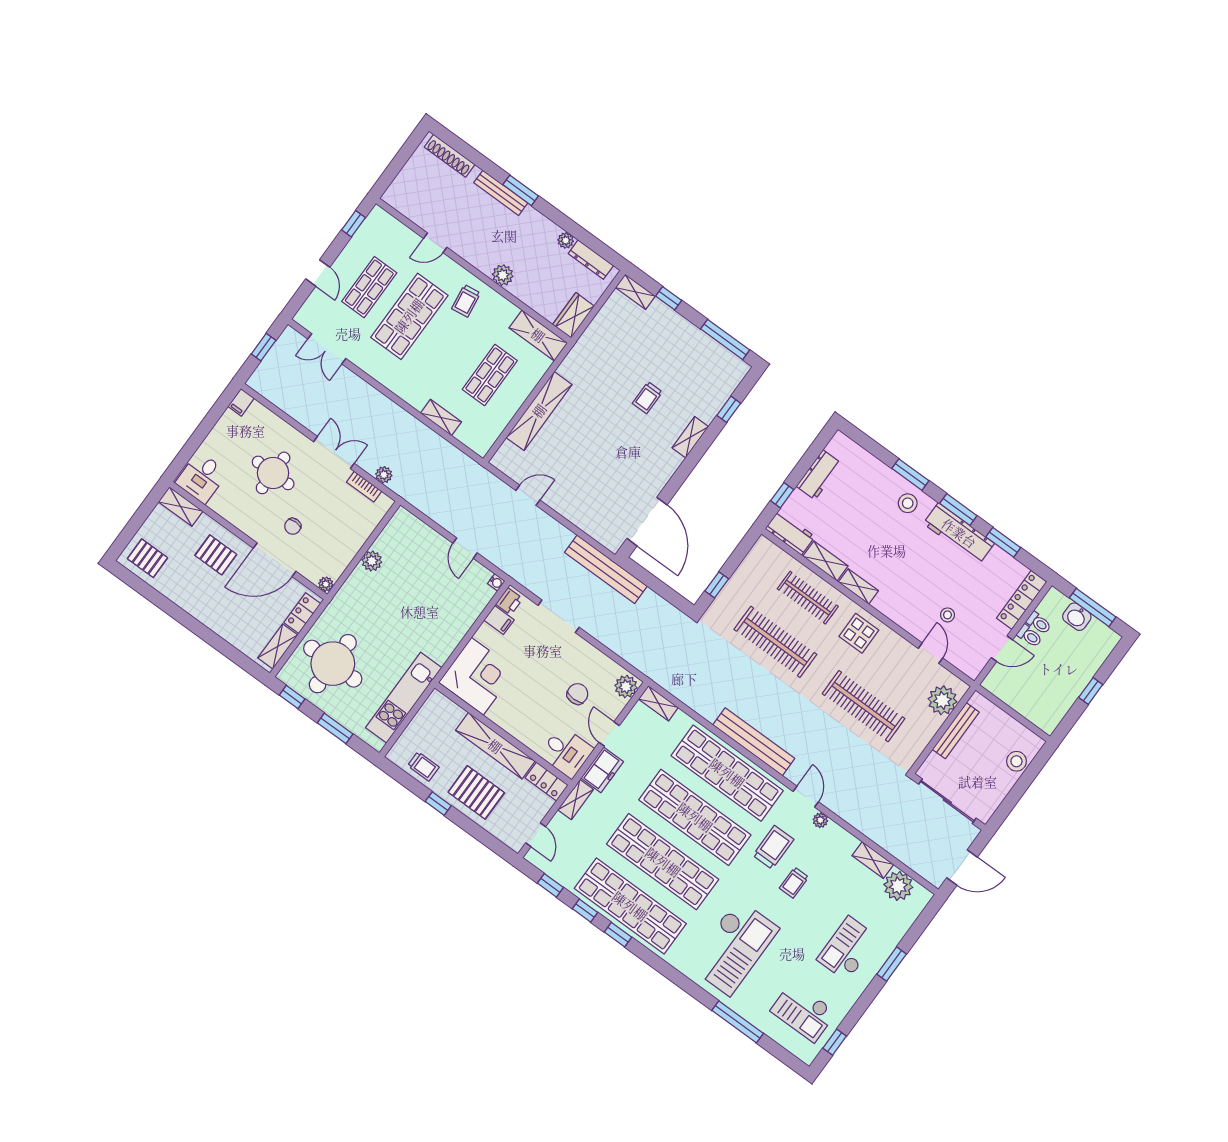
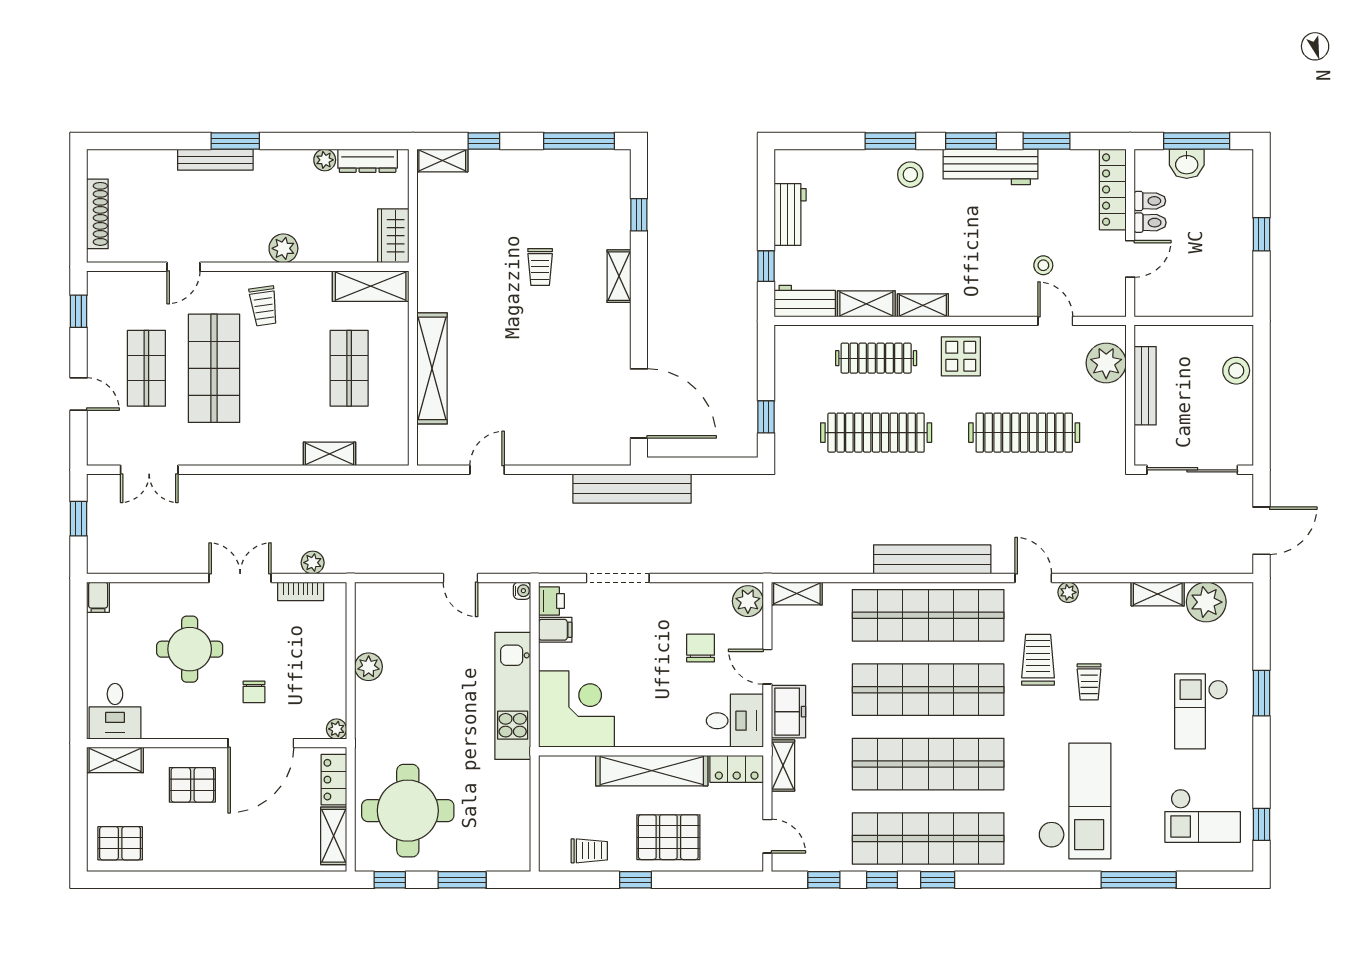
shoe rack: (450, 156) -> (97, 214), moved, turned -90
kitchen unit: (404, 698) -> (513, 696), moved

